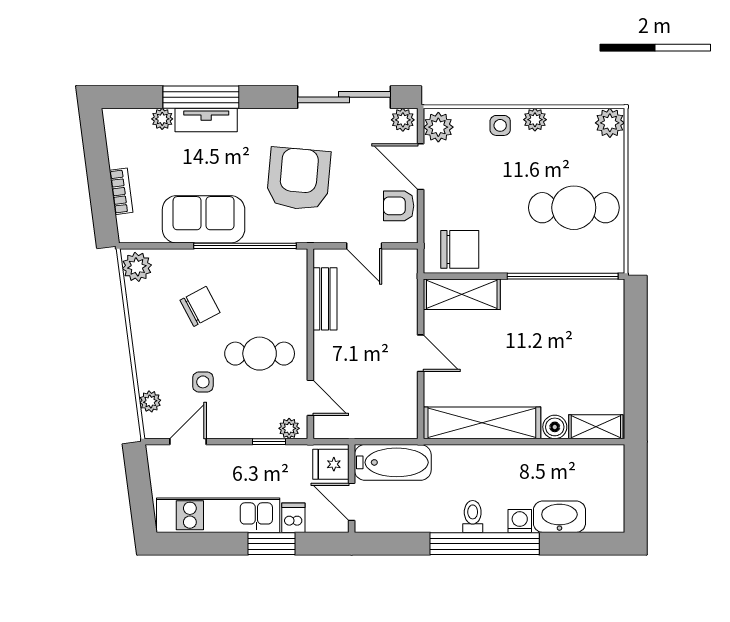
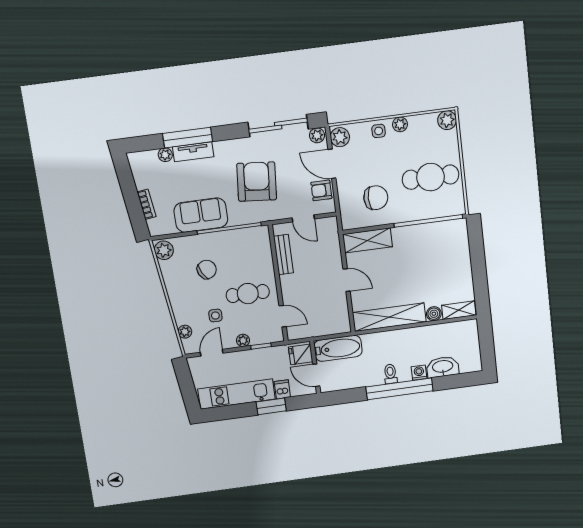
chair: (460, 249) -> (376, 198), moved
plant: (289, 428) -> (243, 340), moved

